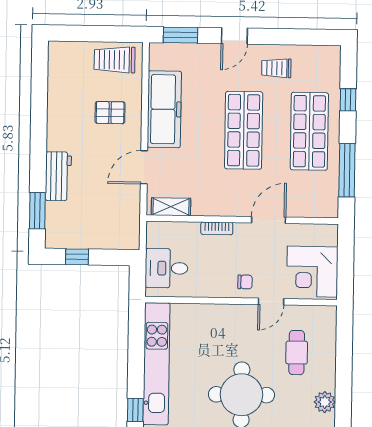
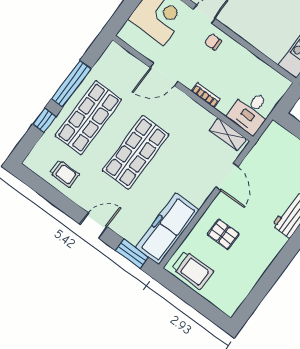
trolley: (276, 68) -> (64, 173), moved
freezer: (164, 109) -> (167, 229), moved
door: (144, 167) -> (227, 177), hinge flipped
window: (347, 170) -> (71, 84), moved
desk: (166, 268) -> (250, 112), moved, turned 90

